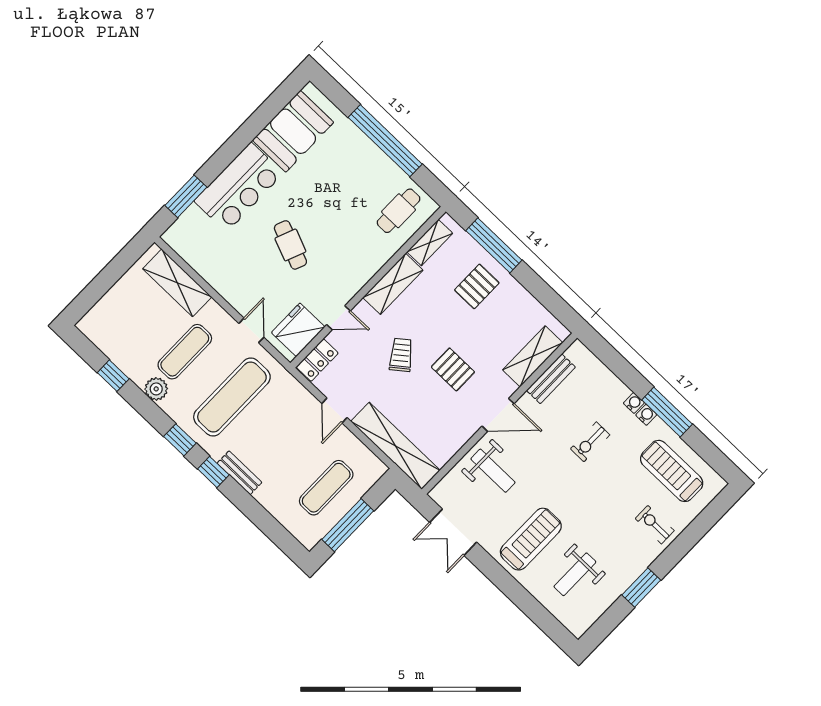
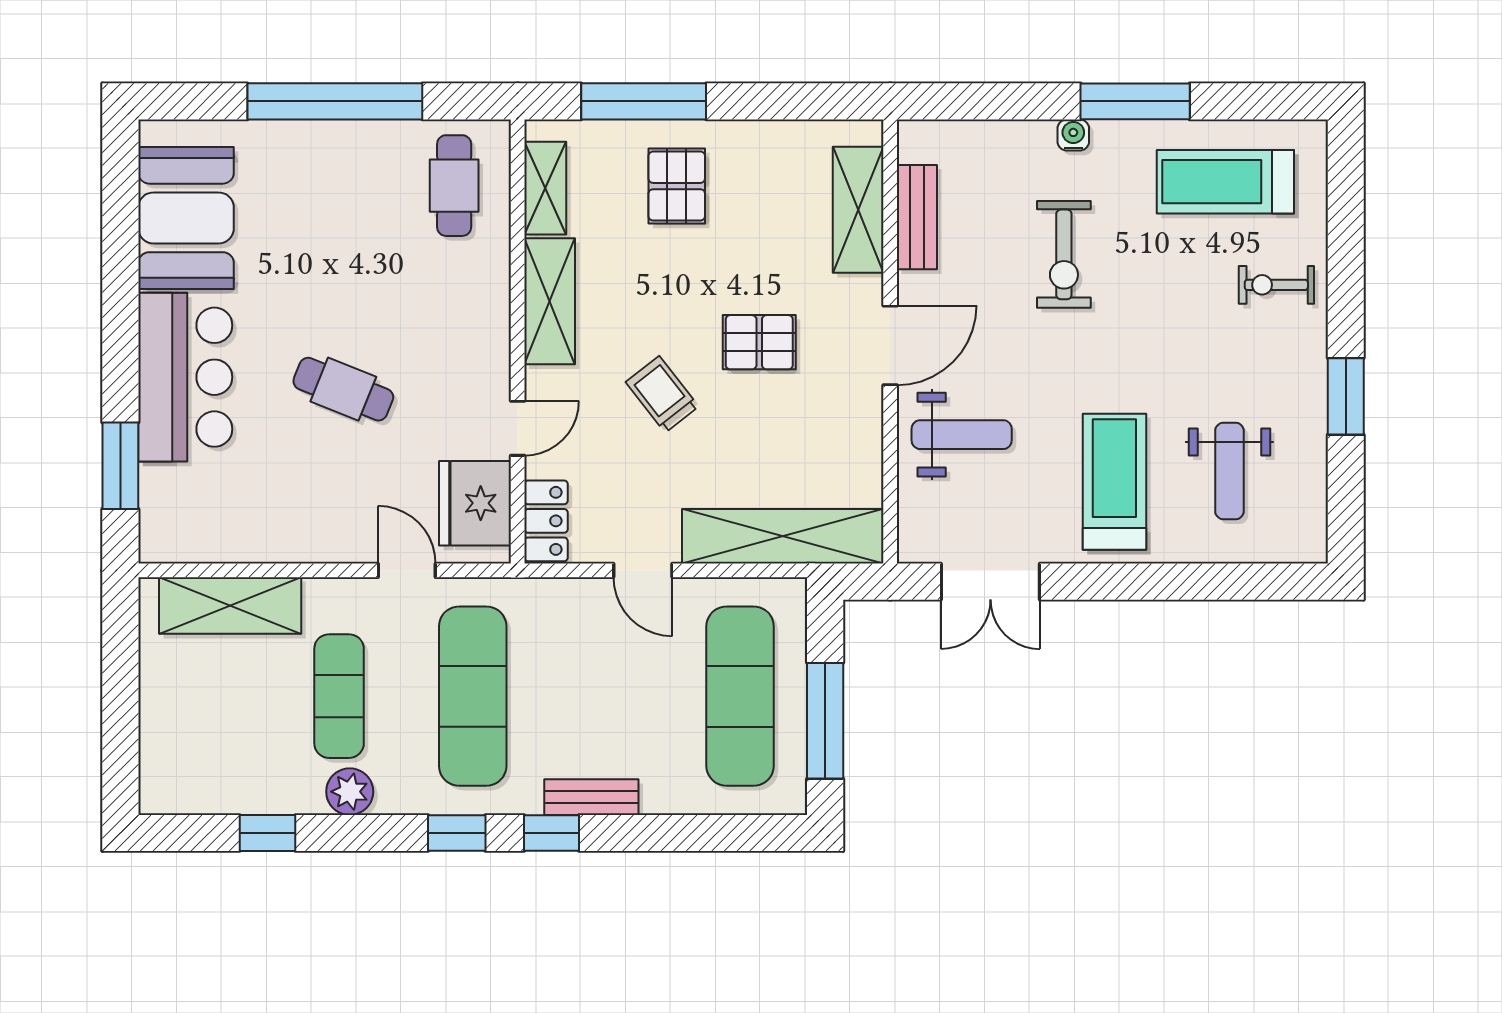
water cooler: (646, 415) -> (1108, 135), removed
exercise bike: (590, 442) -> (1064, 254), width x1.38, depth x1.39
exercise mat: (326, 488) -> (740, 696), width x1.36, depth x1.45

